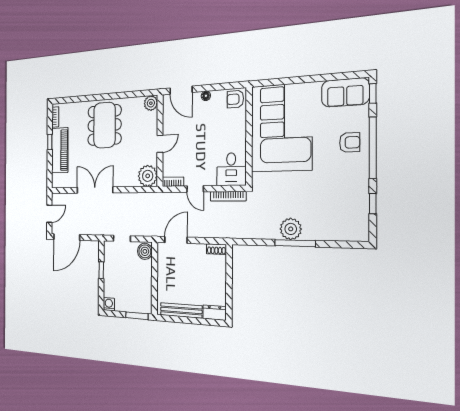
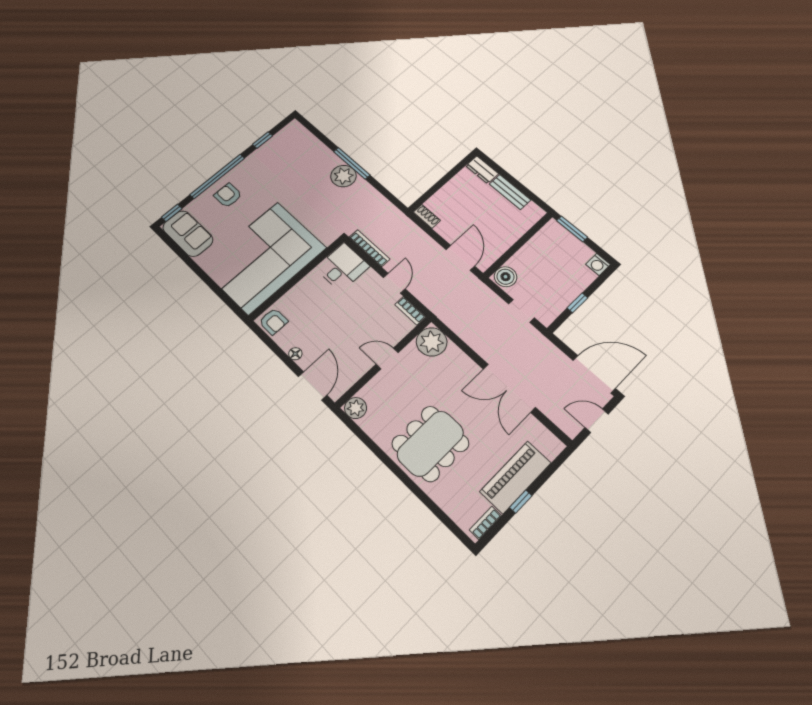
door: (176, 240) -> (460, 258), swing flipped
bench: (181, 310) -> (510, 192), width x0.73

